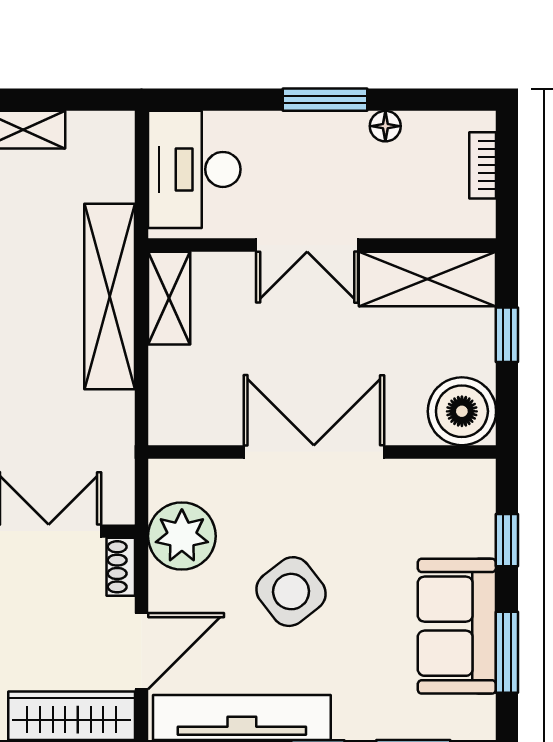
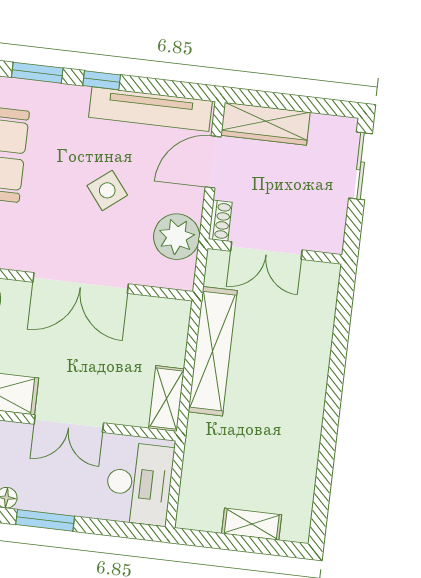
double door: (307, 245) -> (69, 424), swing flipped
shelving: (110, 297) -> (213, 351), moved
side table: (291, 592) -> (107, 190), width x0.73, depth x0.73

